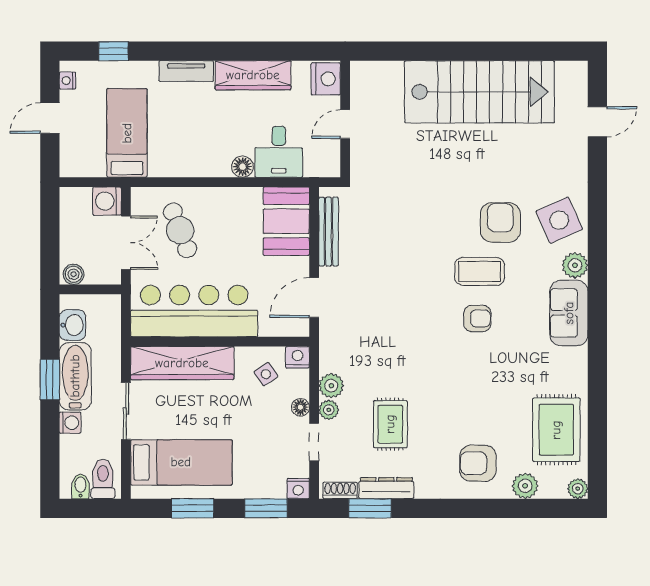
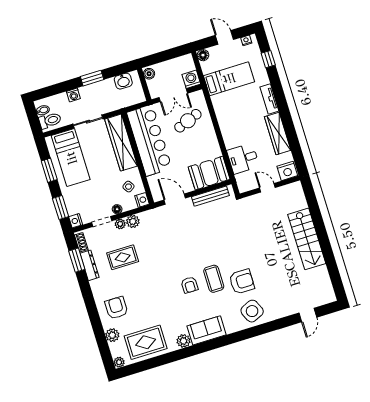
stairs: (479, 92) -> (307, 239), width x0.73, depth x0.66
door: (597, 122) -> (308, 315), hinge flipped
floor lamp: (242, 167) -> (203, 55), moved
plant: (575, 265) -> (183, 341), moved
bathtub: (75, 376) -> (98, 90), removed

